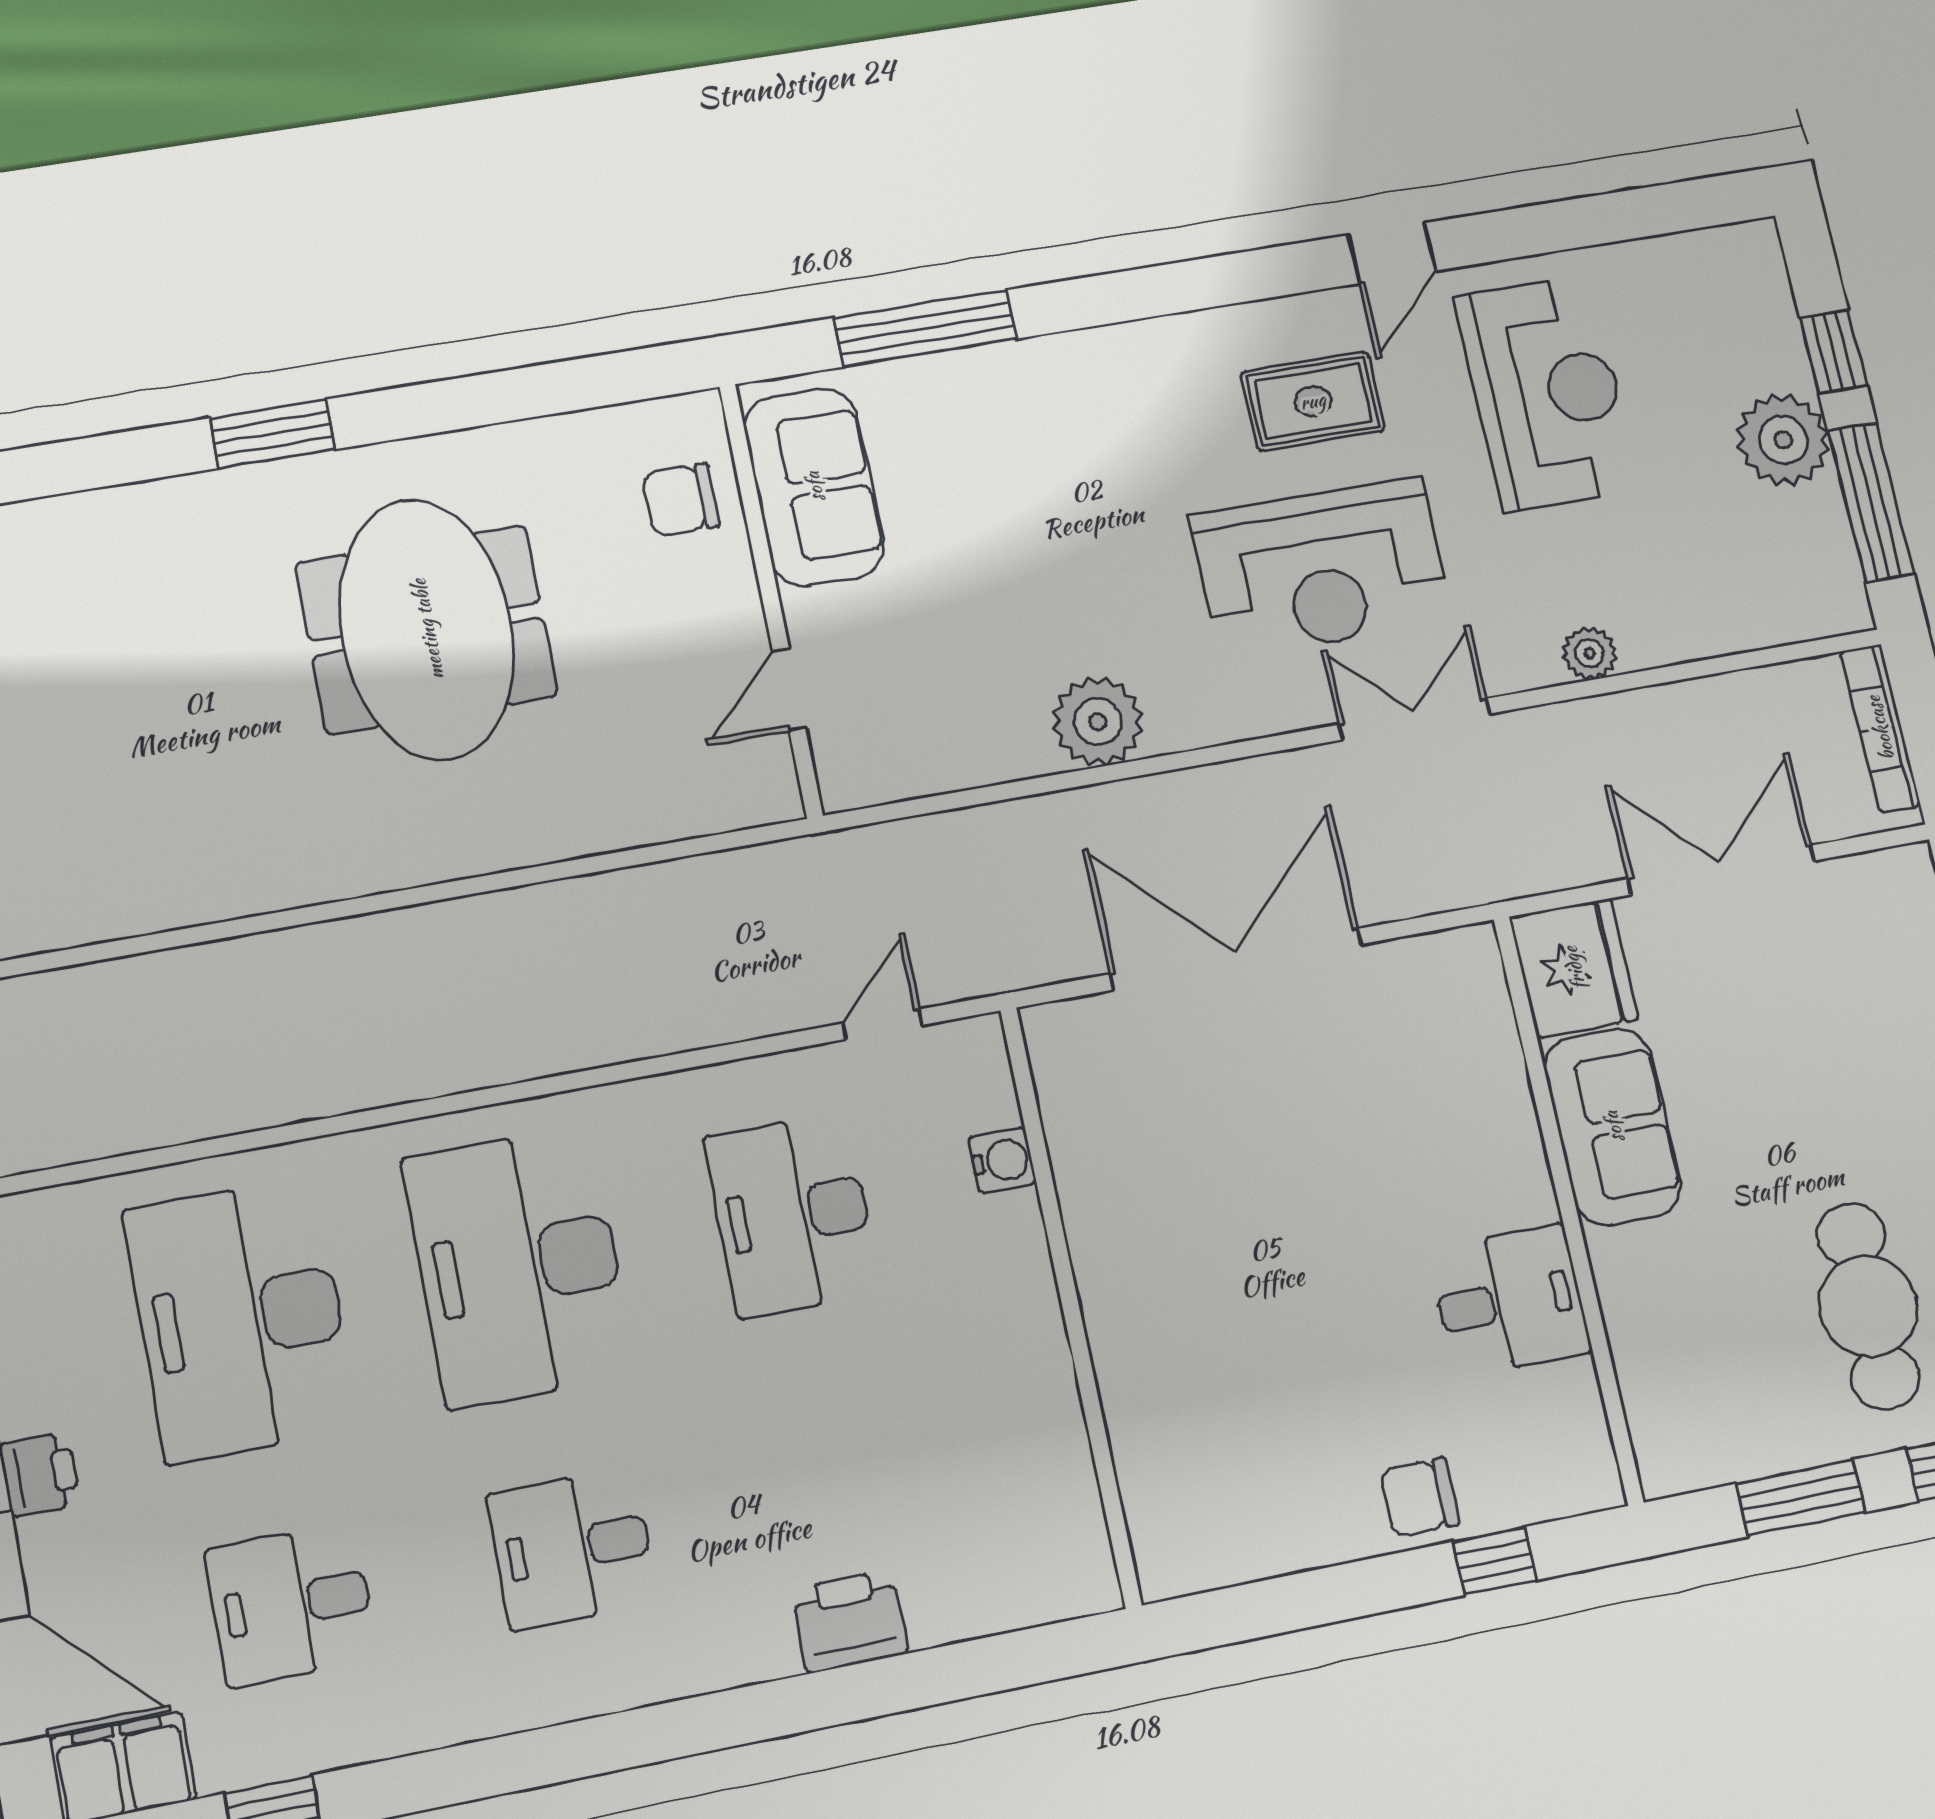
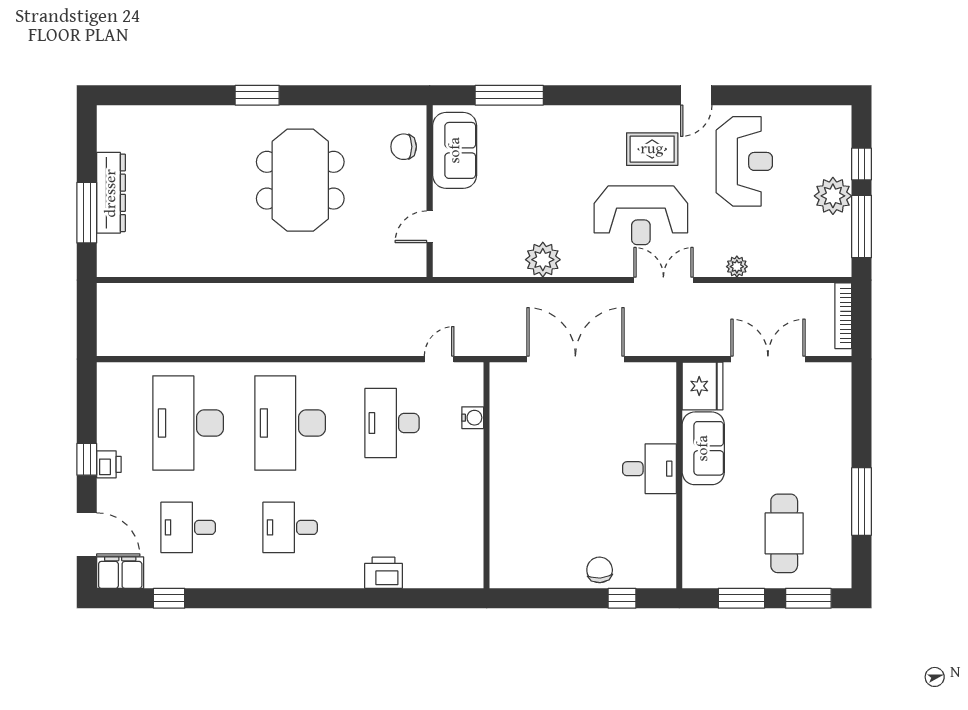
desk: (1510, 1301) -> (649, 469), moved
chair: (1419, 1497) -> (600, 570), turned 86

